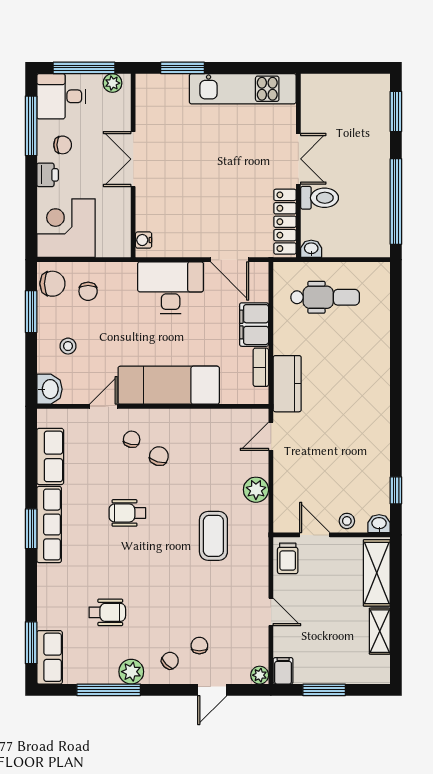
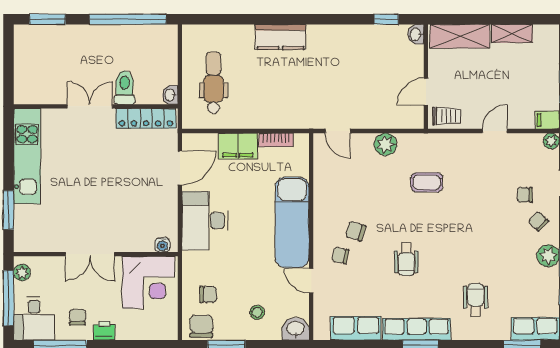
corner desk: (66, 228) -> (149, 282), moved, turned -90
kitchen counter: (287, 384) -> (281, 37), moved, turned 180
stool: (347, 521) -> (413, 63), removed
coffee table: (213, 536) -> (427, 182), width x0.73, depth x0.77
wheelchair: (107, 612) -> (476, 300), moved

